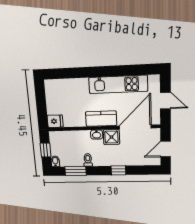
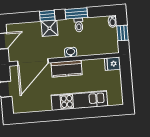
kitchen unit: (118, 84) -> (79, 100), moved
shower: (111, 137) -> (49, 28), moved
window: (76, 171) -> (76, 13), moved

